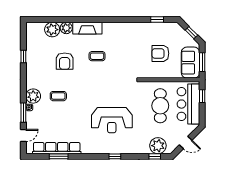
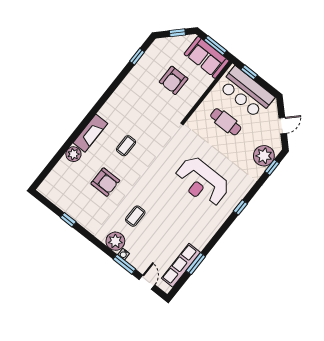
plant: (52, 30) -> (64, 169), removed
cafe table: (160, 106) -> (226, 122), width x0.73, depth x0.74
reception desk: (112, 120) -> (202, 182), turned 90
row of seats: (57, 148) -> (181, 265), width x0.73

